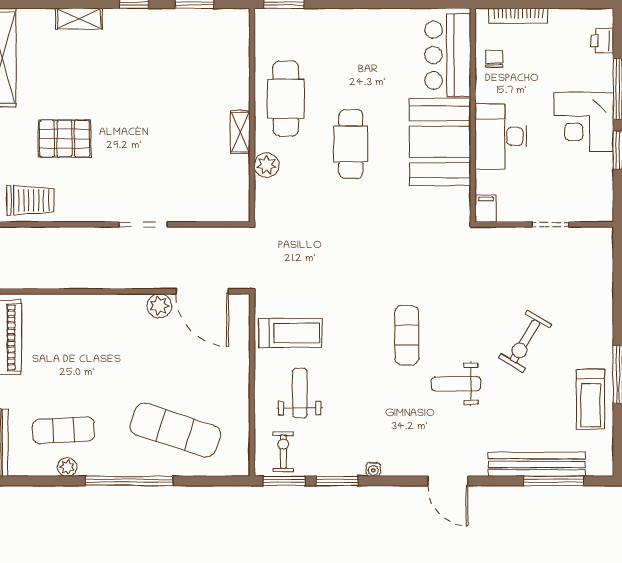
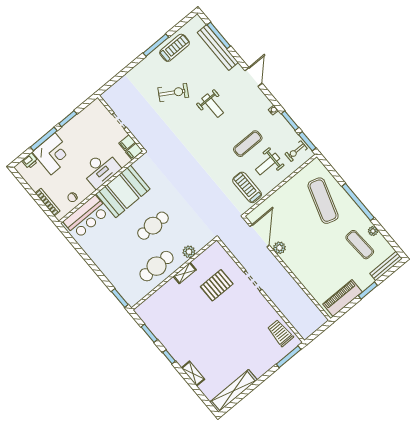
corner desk: (584, 122) -> (53, 154), moved
pallet: (65, 139) -> (217, 285), moved, turned 90
filing cabinet: (508, 209) -> (127, 143), added
exercise mat: (407, 335) -> (248, 144), moved

